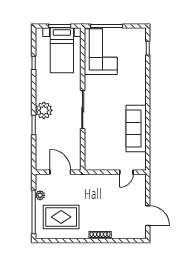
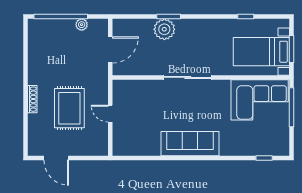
plant: (44, 110) -> (164, 29), moved
sofa: (136, 129) -> (190, 144), moved
door: (126, 172) -> (110, 114), moved
door: (148, 216) -> (56, 158), hinge flipped
rug: (61, 217) -> (69, 108), moved

